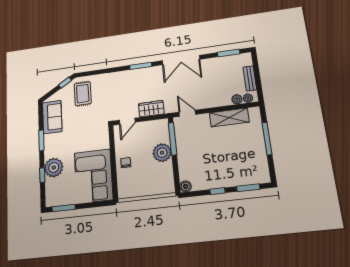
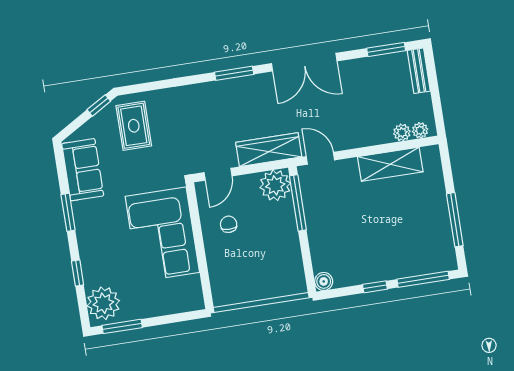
bench: (250, 78) -> (419, 71), moved
wardrobe: (151, 109) -> (269, 150), width x1.50
window: (267, 139) -> (455, 220), moved
plant: (162, 153) -> (275, 185), moved
chair: (126, 163) -> (229, 224), moved
plant: (54, 168) -> (103, 303), moved
corner sofa: (93, 176) -> (162, 234), moved
window: (248, 188) -> (423, 279), width x1.44

